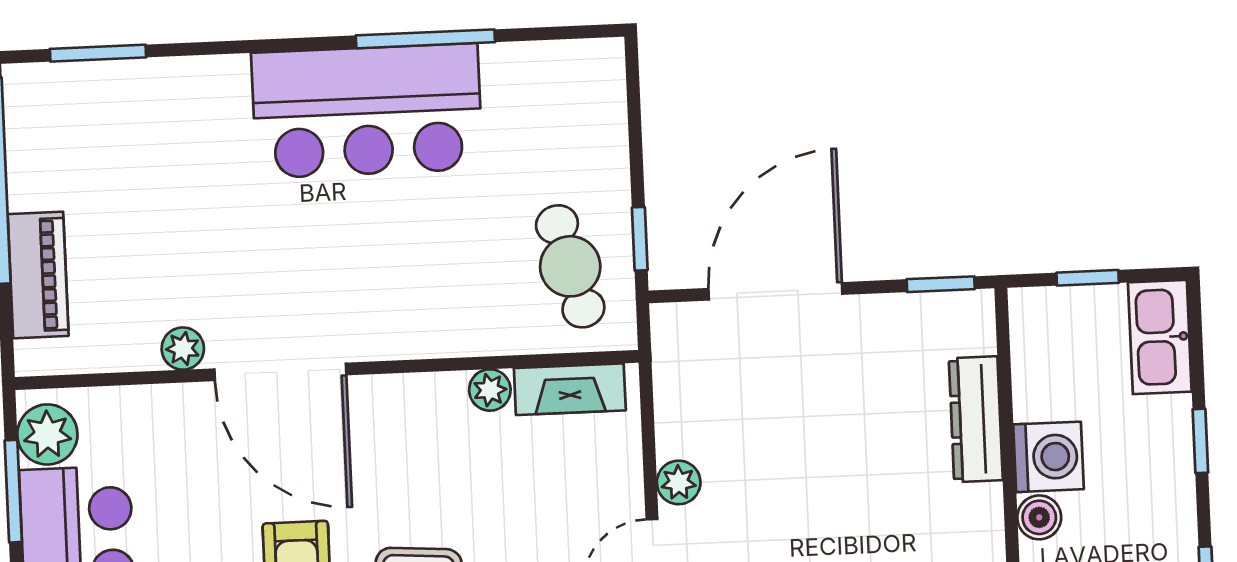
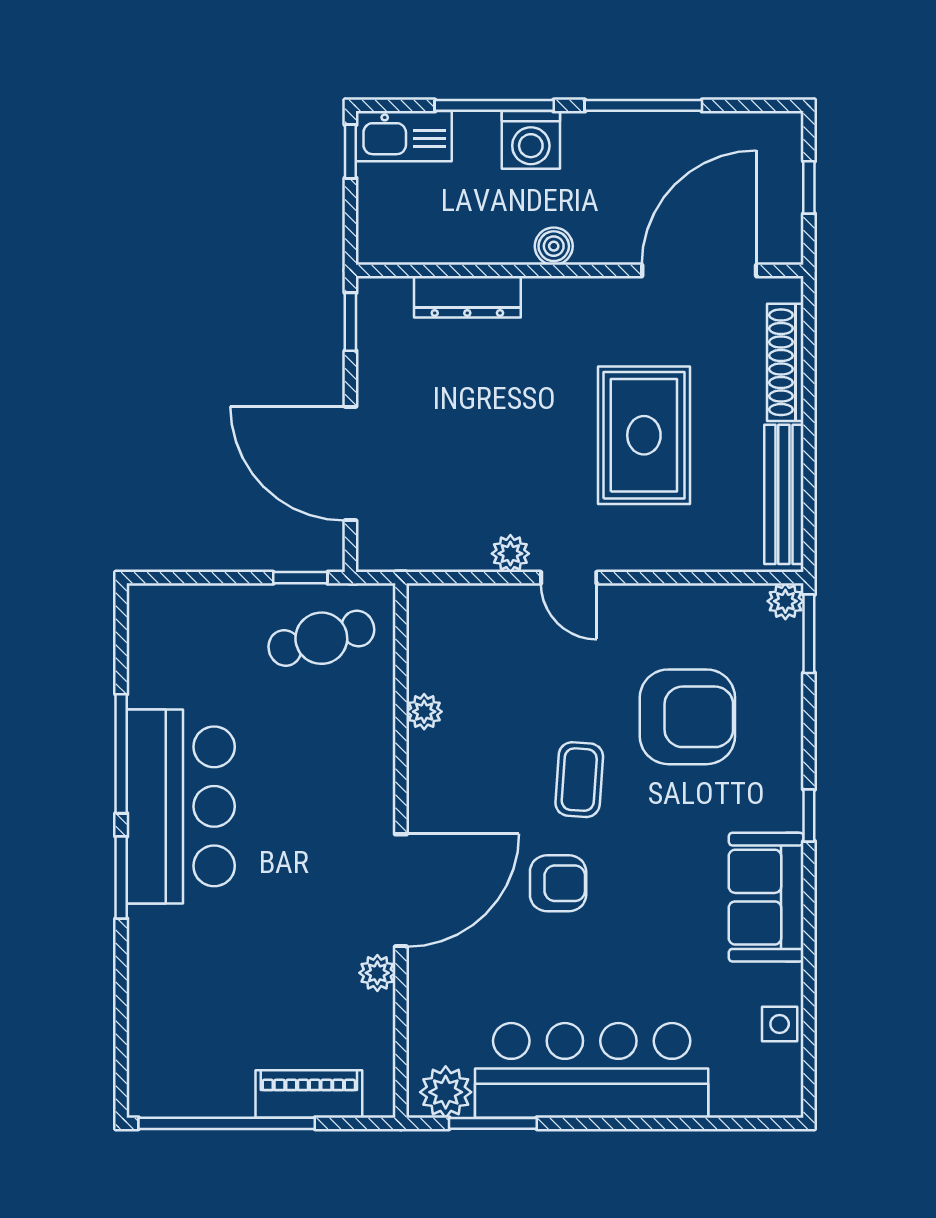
window: (98, 53) -> (121, 877), moved
window: (1088, 278) -> (350, 151), moved
fireplace: (570, 389) -> (426, 643), removed
window: (1200, 441) -> (494, 105), width x2.17
washing machine: (1048, 457) -> (531, 140), moved, turned 180

